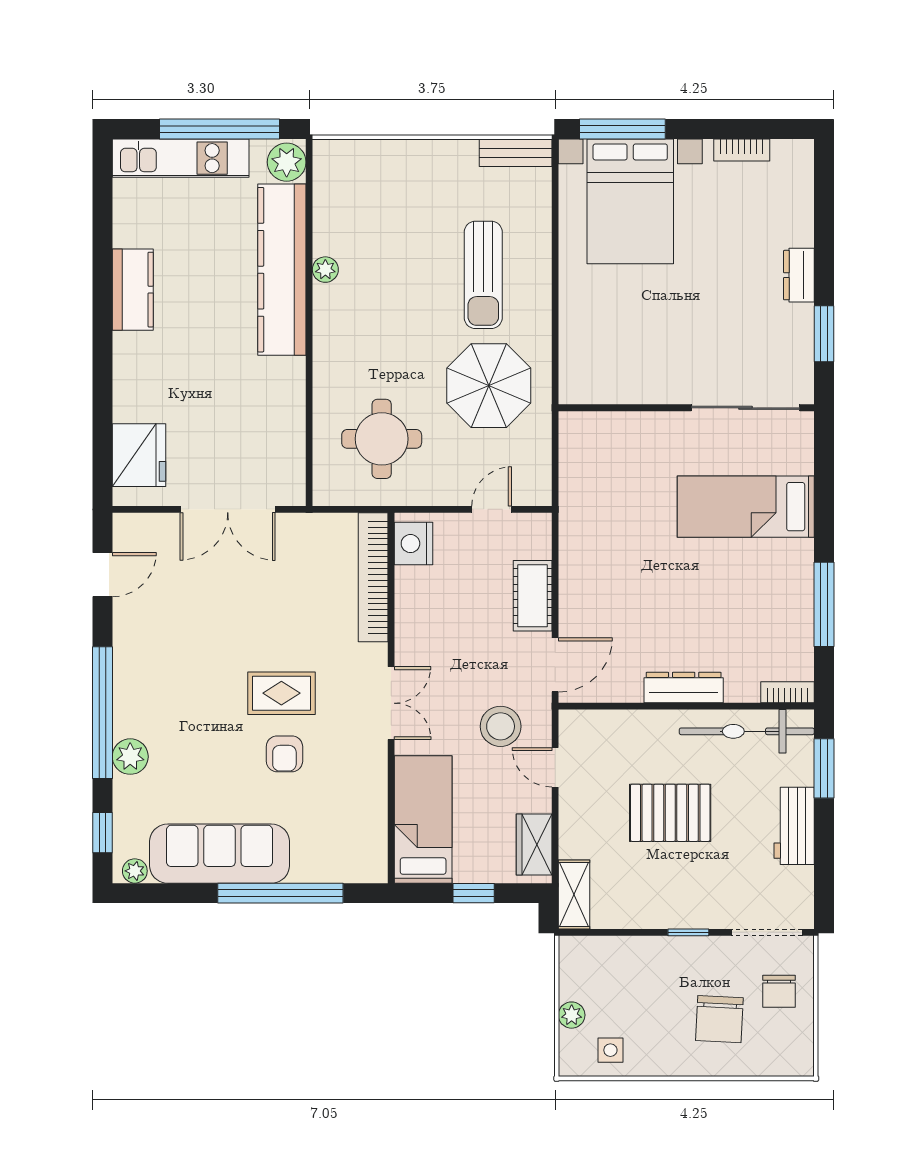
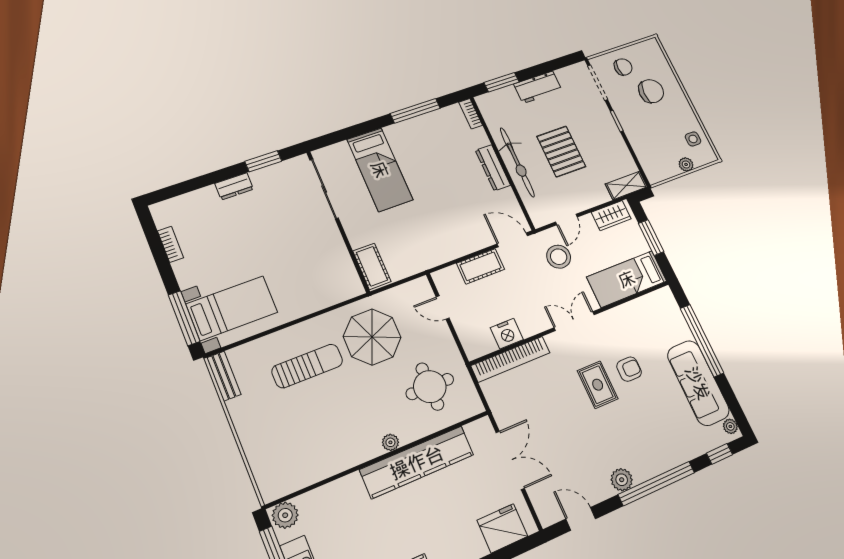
bed with nightstands: (630, 201) -> (232, 308), width x0.73
kitchen counter: (282, 270) -> (417, 462), moved
plant: (325, 270) -> (390, 442), moved
cot: (596, 430) -> (372, 266), added
nightstand: (414, 544) -> (507, 334), moved
bicycle: (747, 731) -> (517, 162), moved
plant: (130, 757) -> (622, 480), moved
window: (474, 893) -> (651, 237), width x1.50

